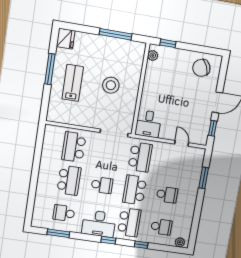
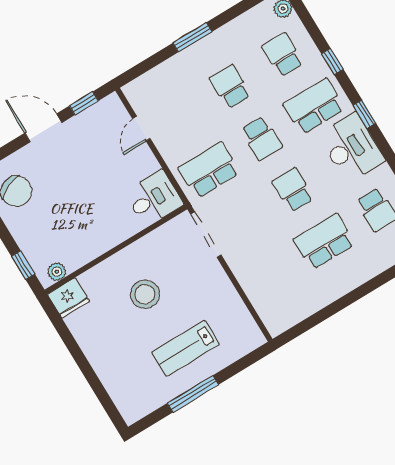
window: (115, 34) -> (72, 345), removed
fridge: (66, 39) -> (68, 298), moved, turned 180
school desk: (74, 147) -> (272, 273), removed
window: (204, 178) -> (192, 37), moved
school desk: (135, 190) -> (262, 138), width x0.54

